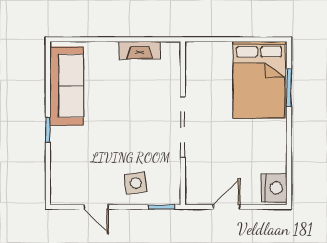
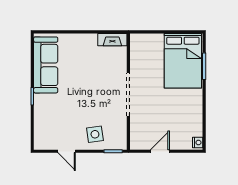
fireplace: (140, 50) -> (112, 40), moved
nightstand: (274, 188) -> (198, 143), width x0.53, depth x0.56

